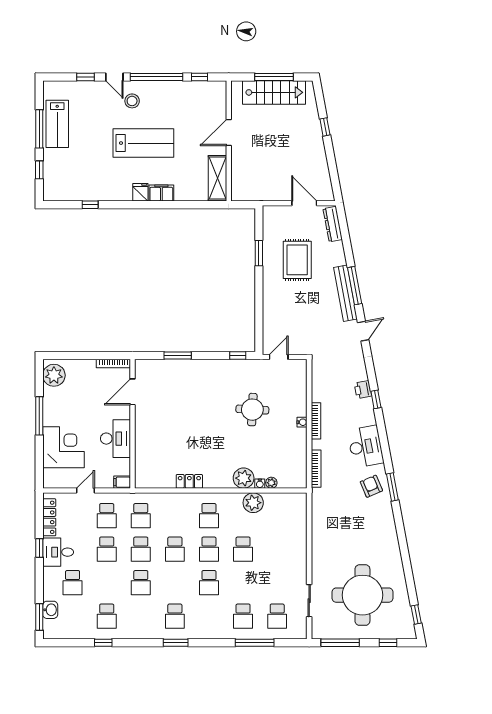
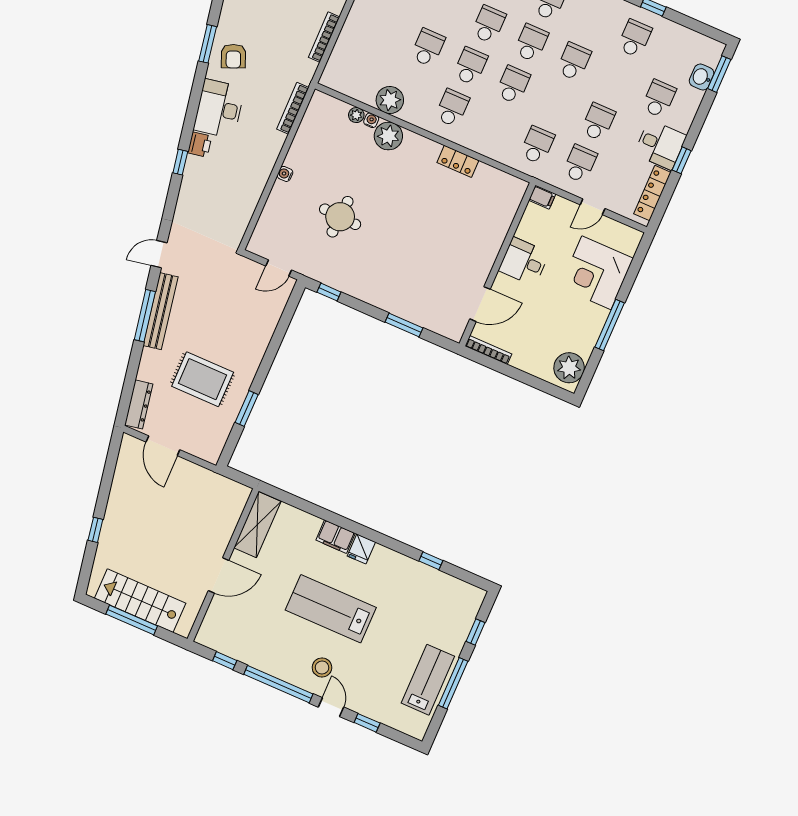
rug: (297, 260) -> (203, 379), turned 90
printer: (363, 390) -> (200, 144), moved
bookcase: (316, 421) -> (324, 37), moved
desk: (115, 439) -> (524, 262), width x0.73
school desk: (141, 549) -> (531, 43), moved

